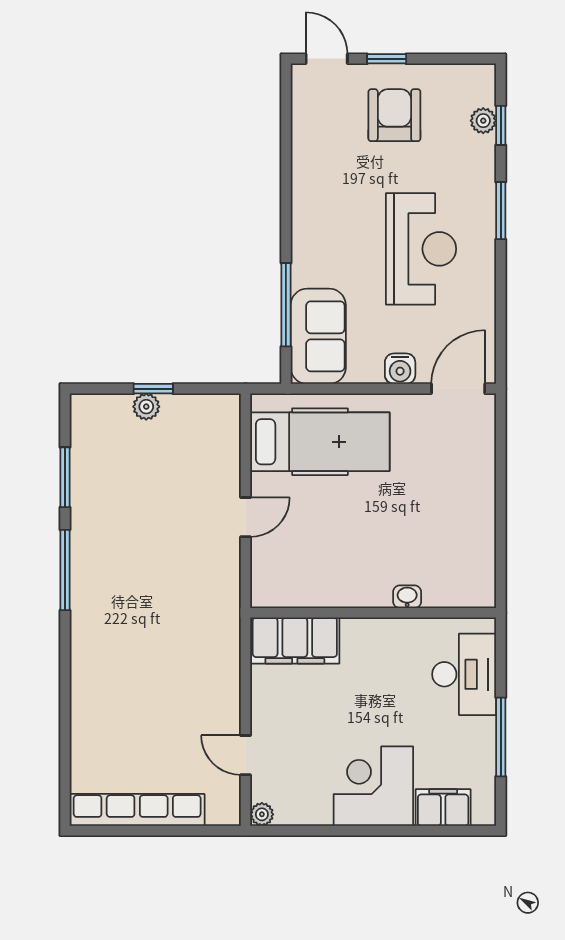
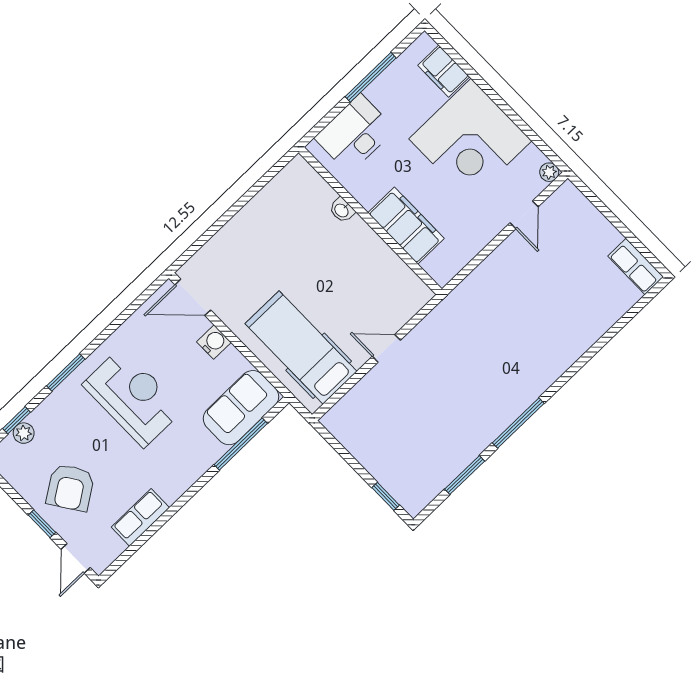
armchair: (394, 115) -> (70, 488), turned -34
row of seats: (307, 152) -> (140, 517), added
reception desk: (421, 249) -> (133, 397), turned 90
window: (153, 389) -> (386, 496), moved
plant: (146, 407) -> (378, 468), removed
filing cabinet: (295, 641) -> (406, 226), moved
corner desk: (373, 786) -> (470, 140), width x1.36, depth x1.36
row of seats: (137, 810) -> (636, 266), width x0.50

